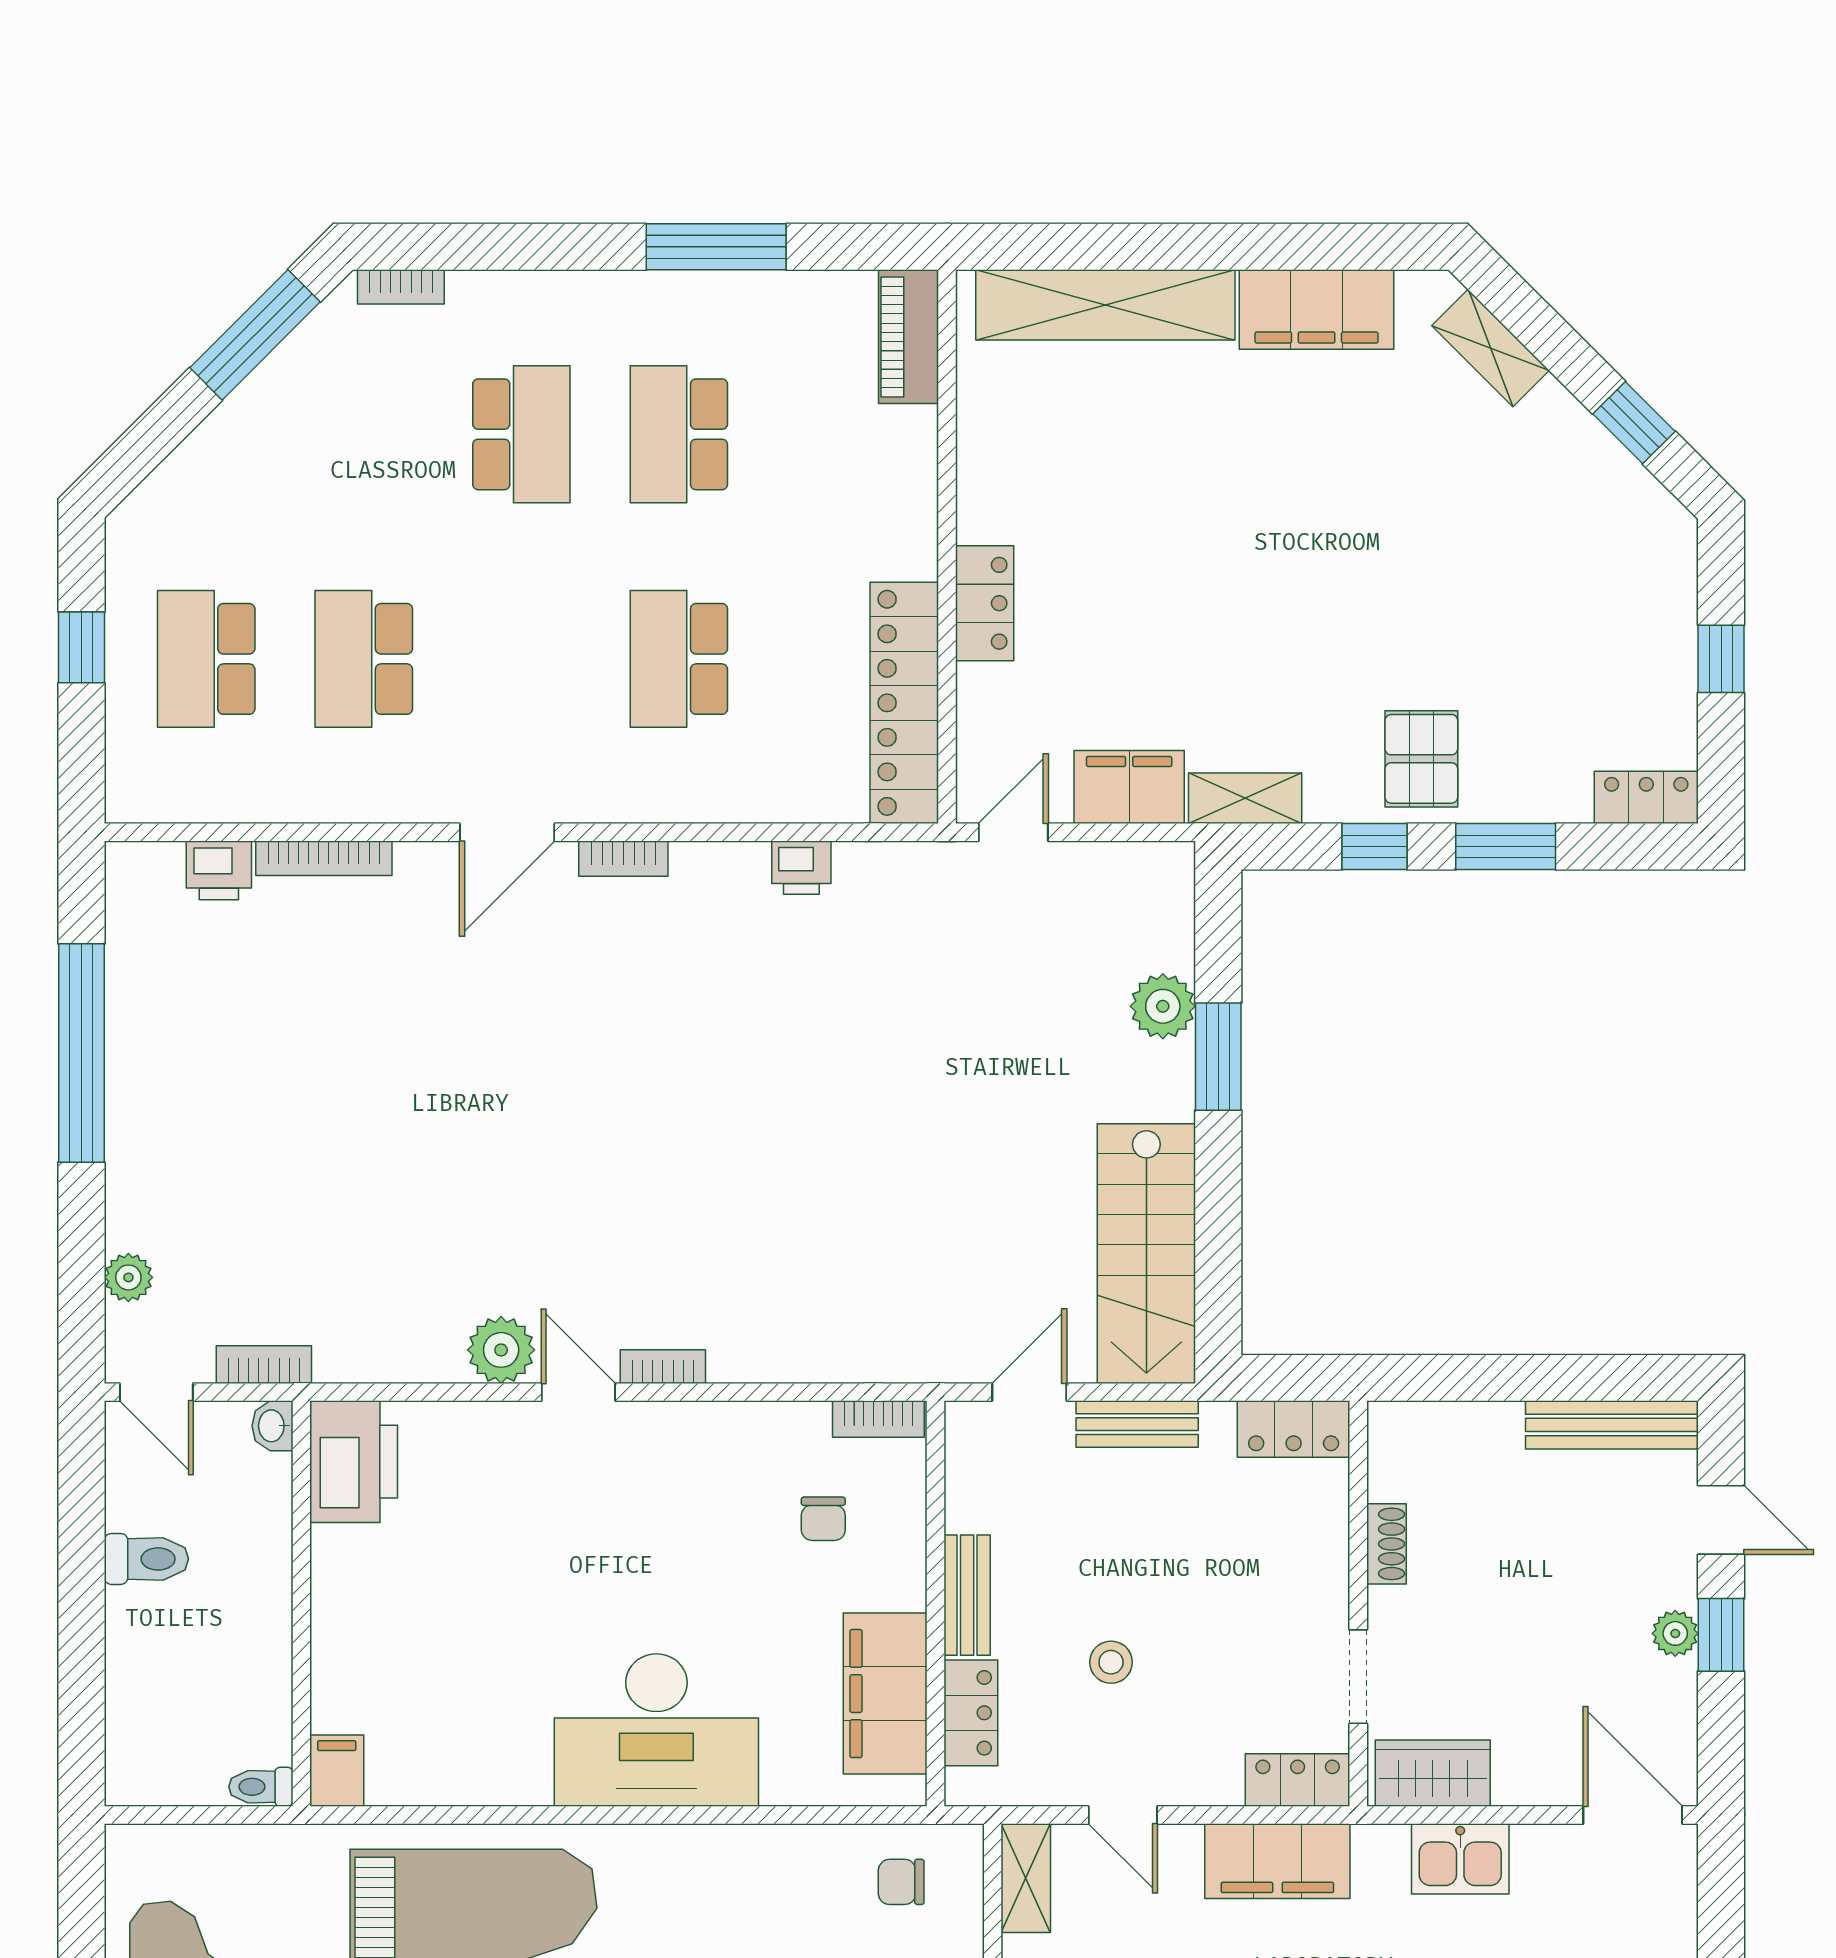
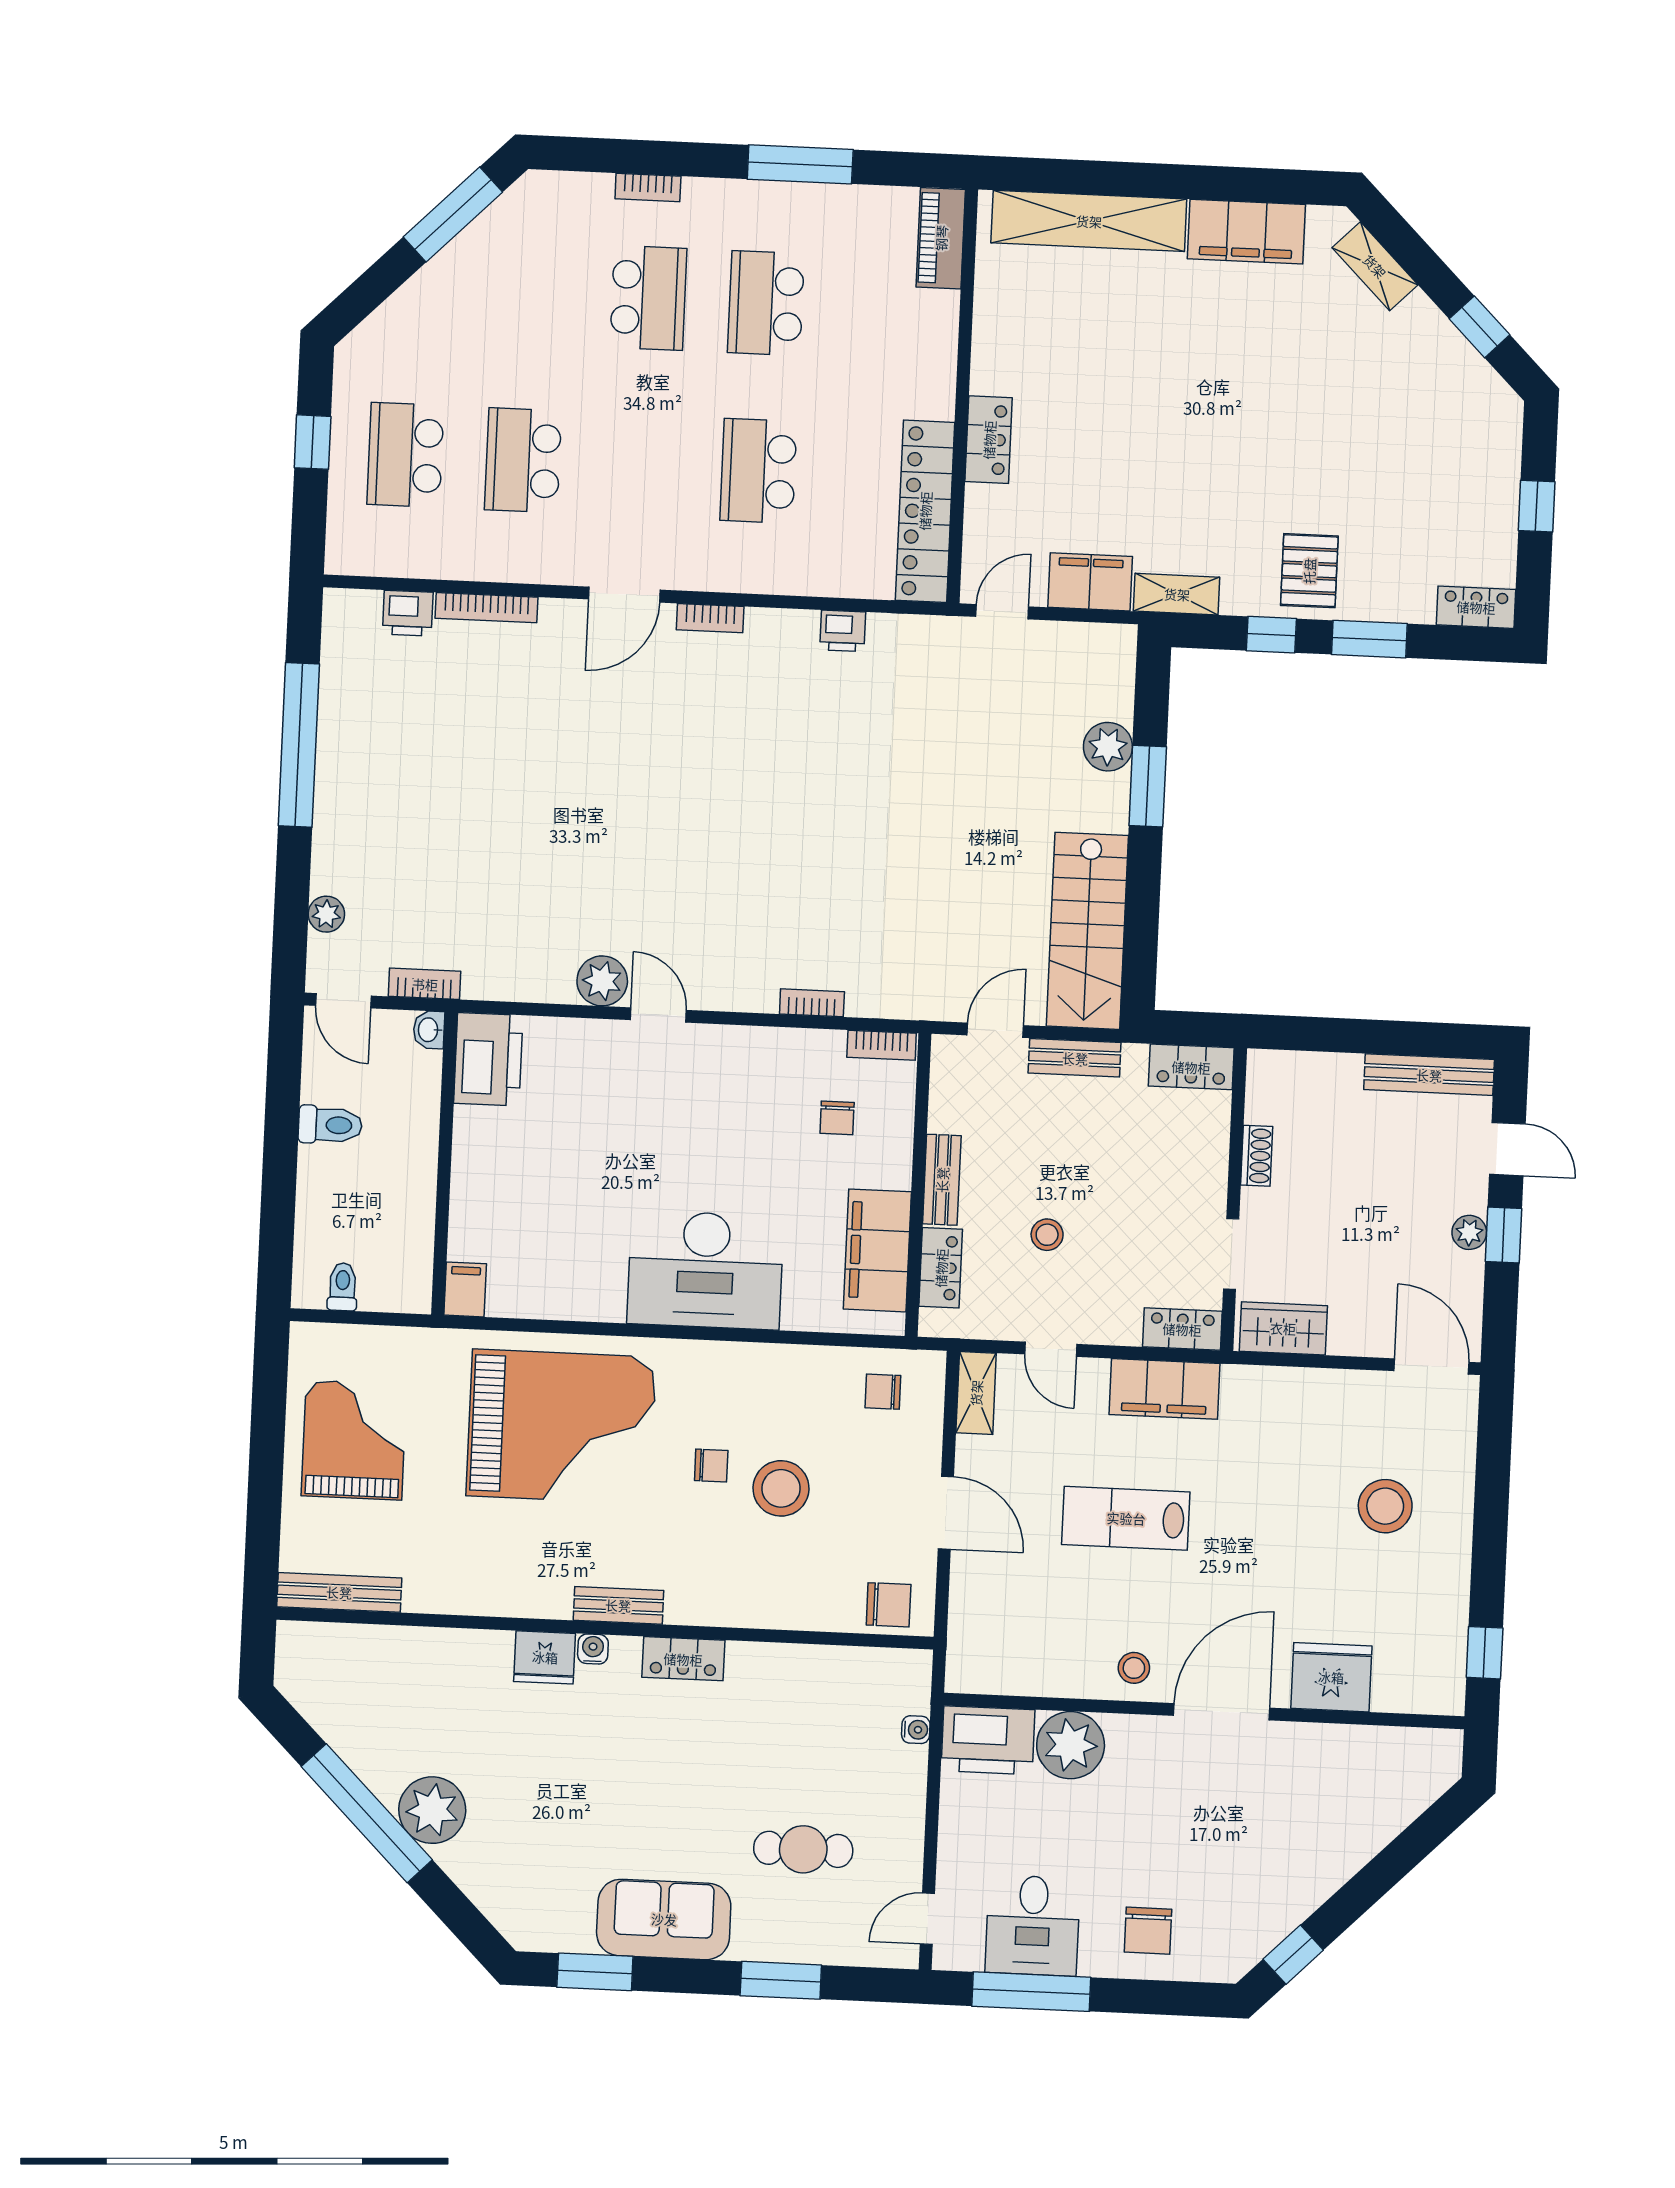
bookcase: (401, 287) -> (648, 187), moved
bookcase: (663, 1367) -> (812, 1003), moved
toilet: (261, 1787) -> (343, 1287), moved, turned 90
kitchen sink: (1460, 1859) -> (1301, 1393), removed

